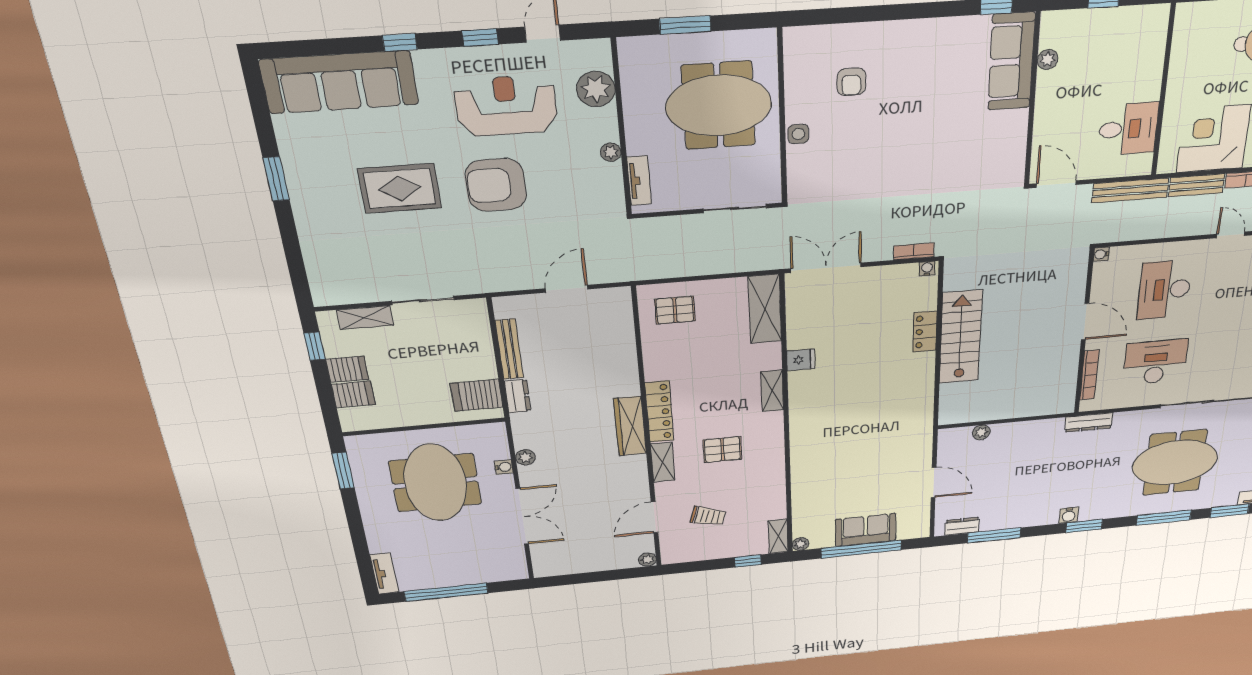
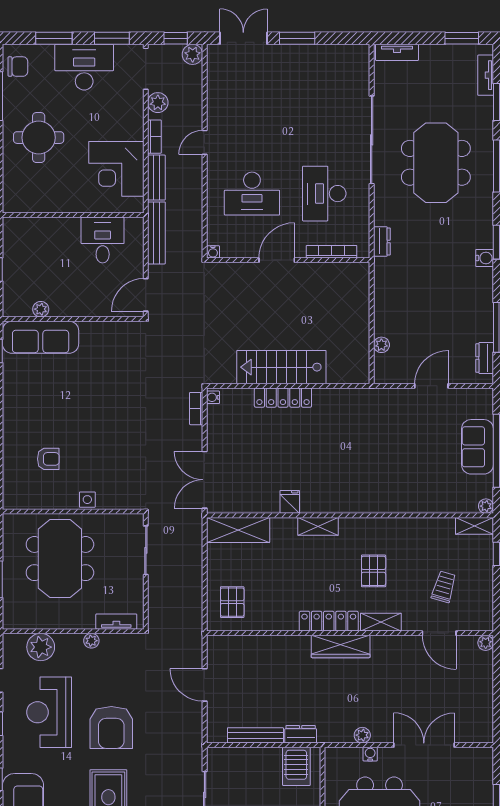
locker: (925, 332) -> (283, 398), width x1.53
dresser: (1089, 422) -> (382, 241), width x0.70

